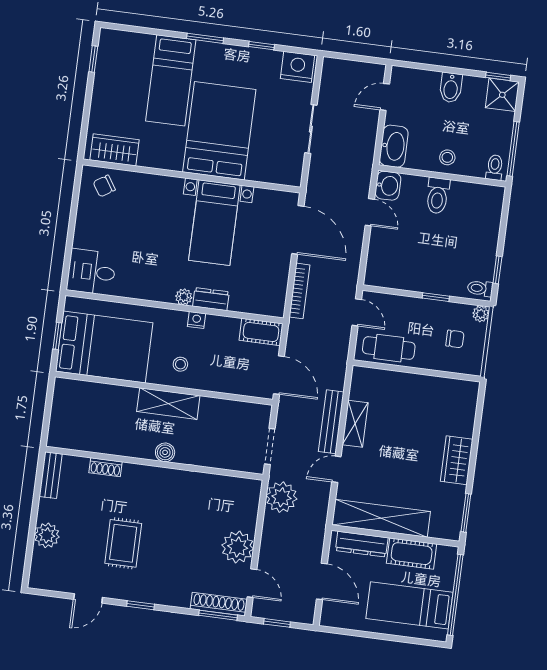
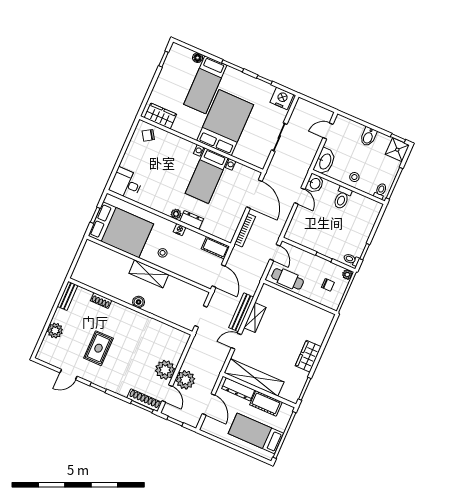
floor lamp: (146, 41) -> (198, 58), added
plant: (281, 497) -> (185, 380), moved

